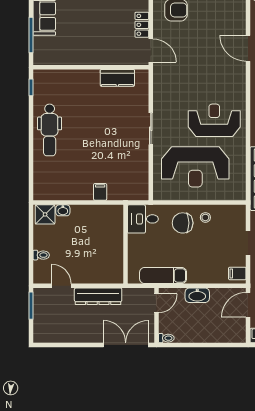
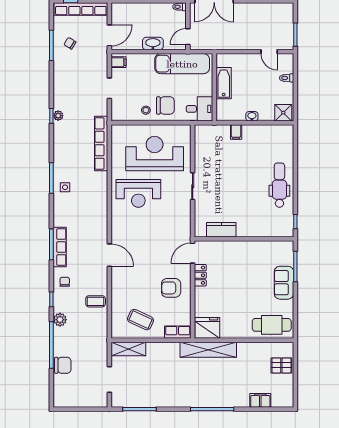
door: (151, 51) -> (193, 253), hinge flipped
washbasin: (63, 210) -> (252, 116), moved
bathtub: (115, 249) -> (224, 83), added
exam couch: (163, 275) -> (182, 64), width x1.36, depth x1.45
dresser: (98, 296) -> (238, 43), removed

